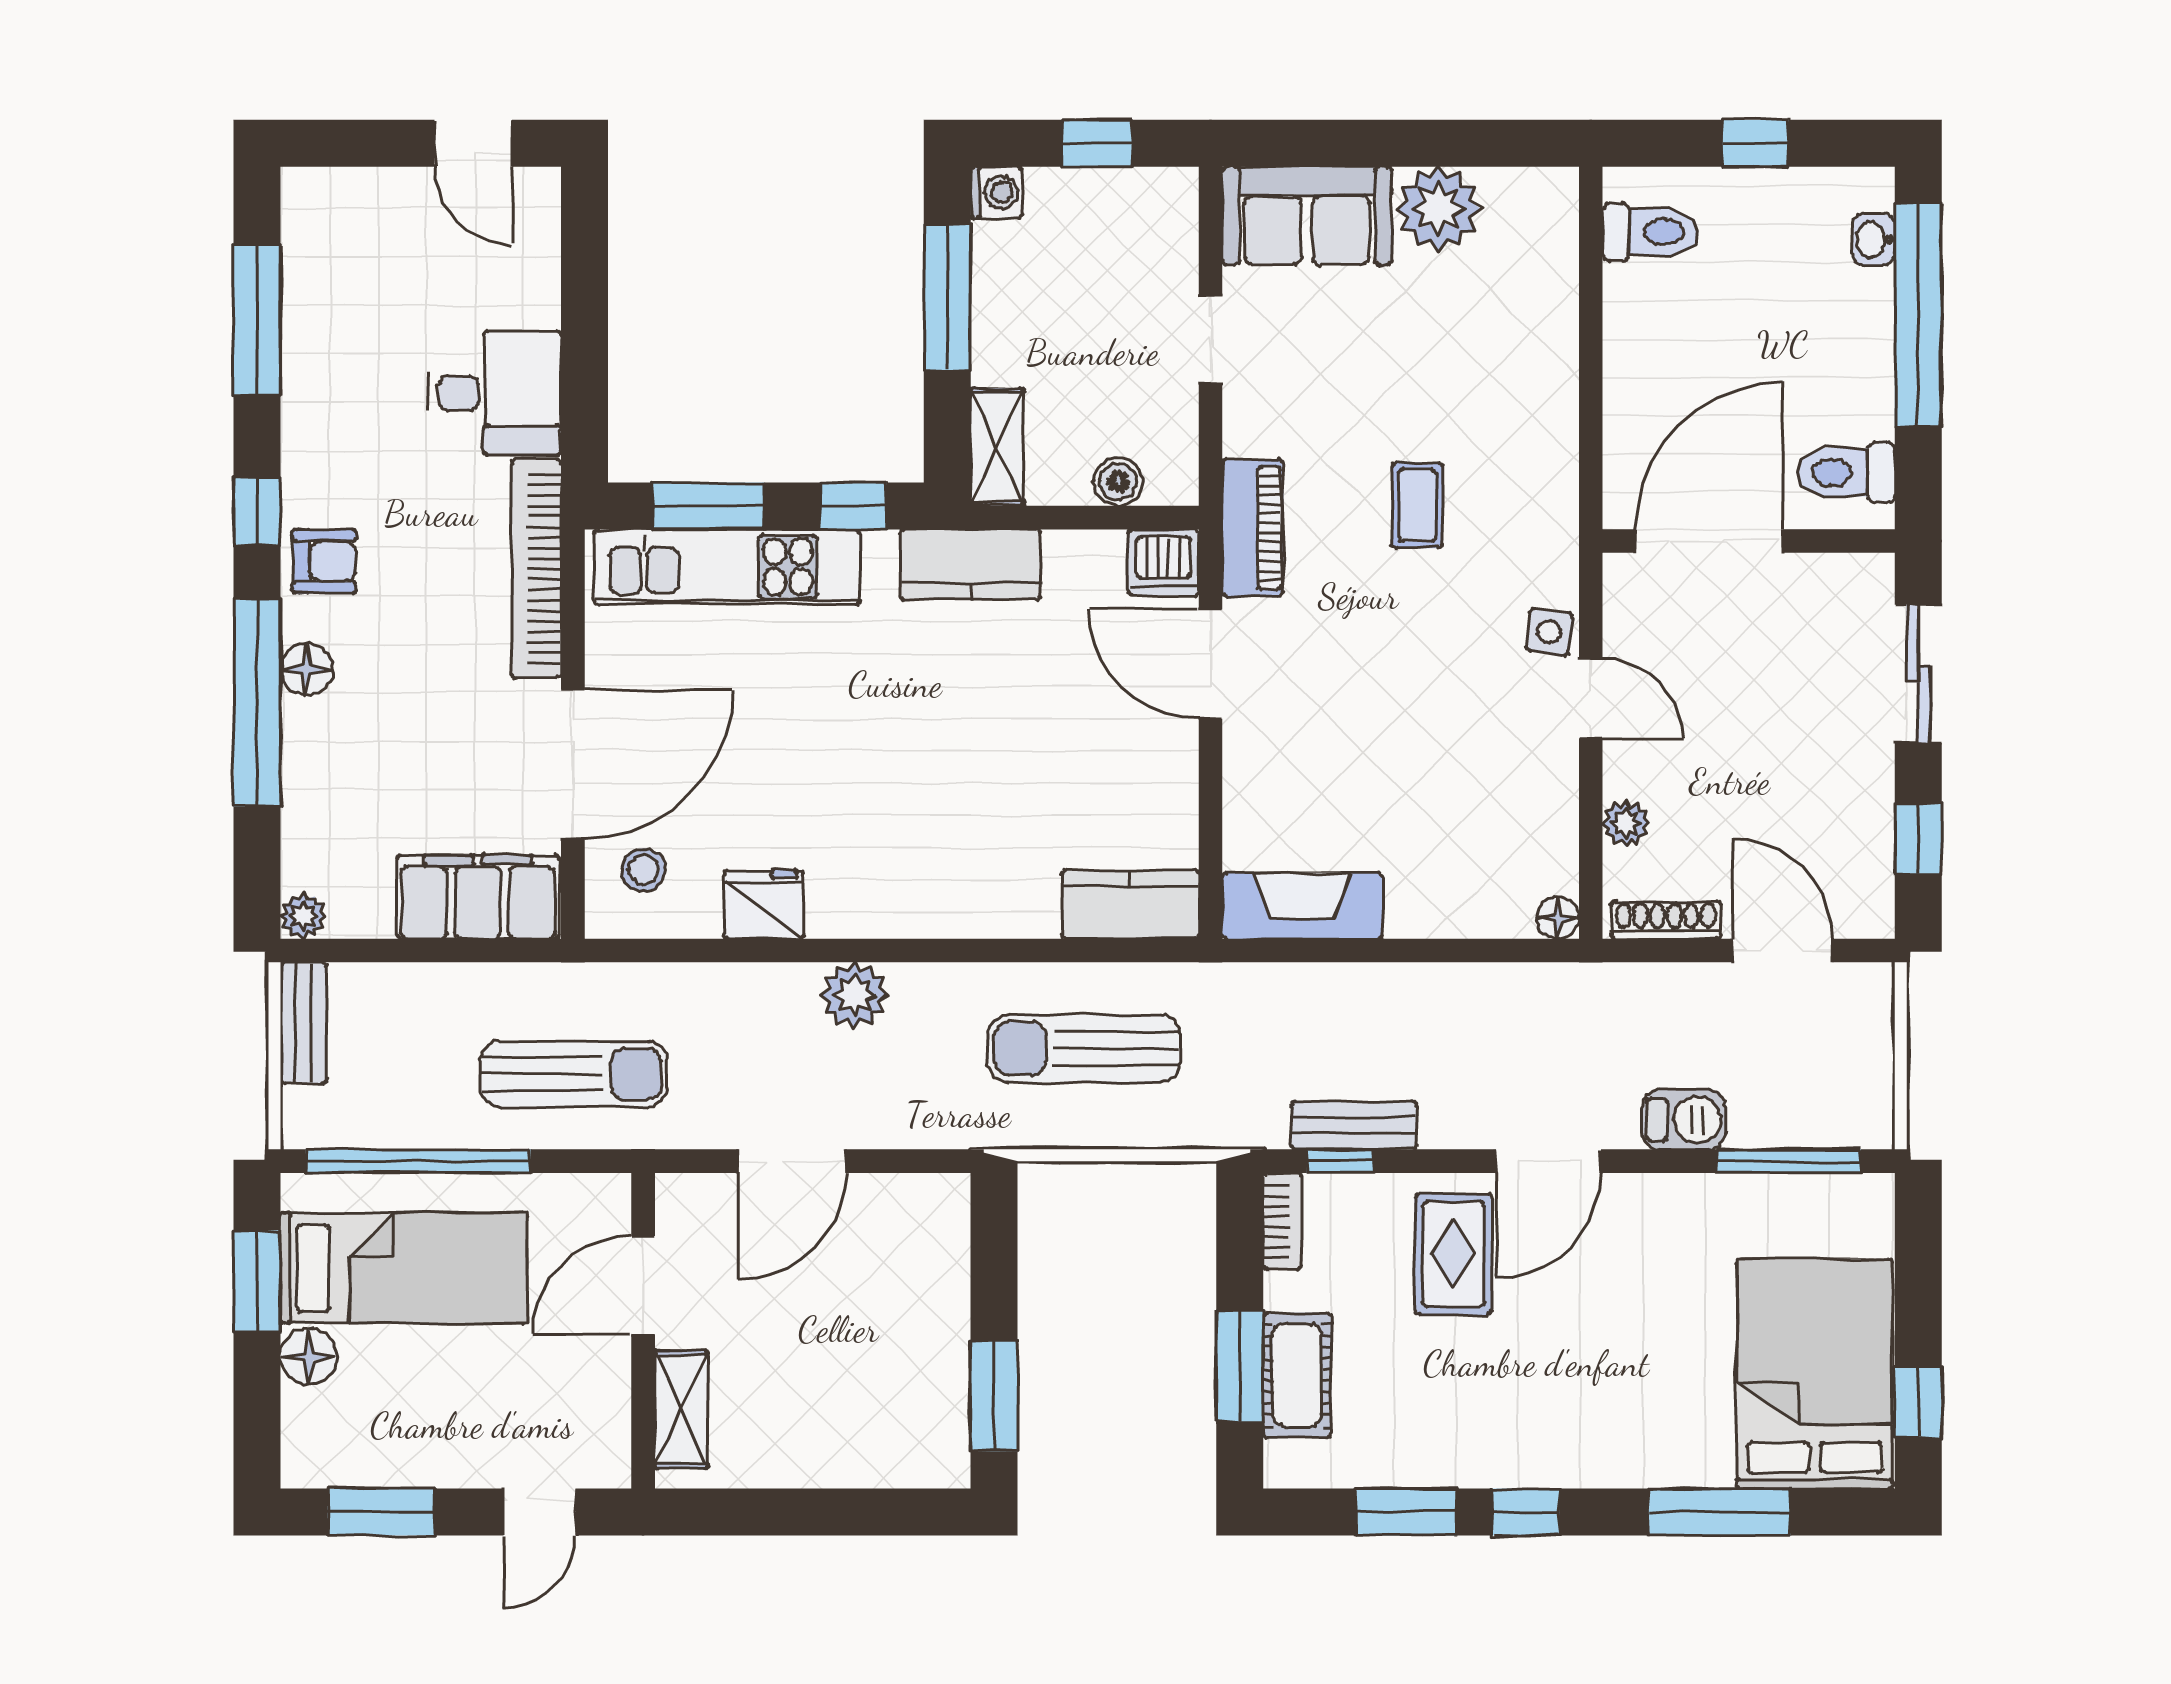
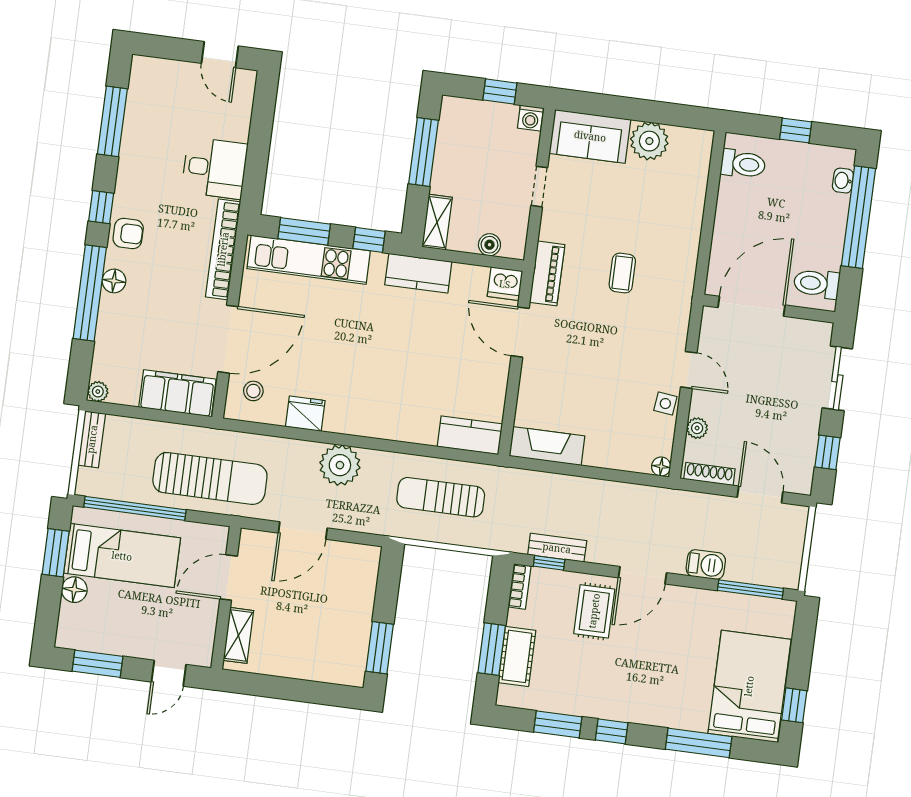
washing machine: (996, 192) -> (530, 118), moved, turned 90
side table: (1549, 632) -> (665, 404), moved
plant: (854, 995) -> (340, 465), width x1.36, depth x1.36
sun lounger: (574, 1074) -> (210, 478), width x1.36, depth x1.34

